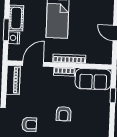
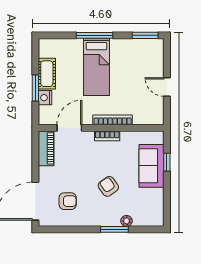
sofa: (93, 79) -> (151, 166), moved, turned 90
armchair: (64, 114) -> (108, 186), turned 145

